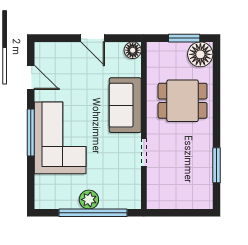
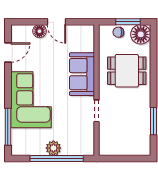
floor lamp: (133, 50) -> (39, 31), moved
chair: (172, 52) -> (118, 32), added
door: (31, 77) -> (8, 52), hinge flipped
window: (31, 133) -> (8, 127), moved

